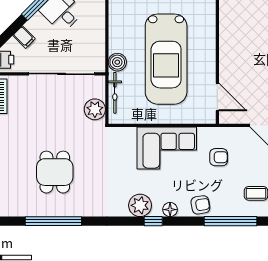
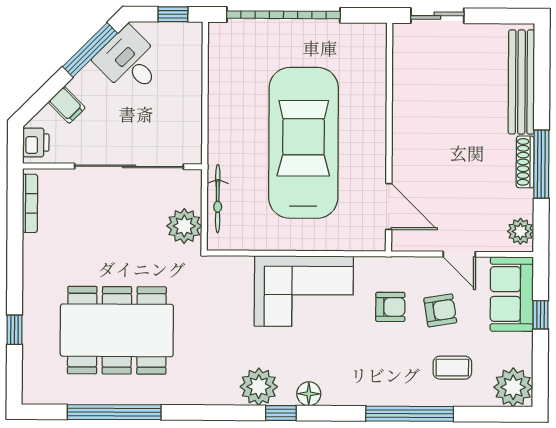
car: (166, 59) -> (303, 143), turned 180
boiler: (117, 62) -> (222, 147), removed
dining table: (55, 172) -> (117, 330), width x1.87, depth x1.24
armchair: (200, 205) -> (440, 310), moved

